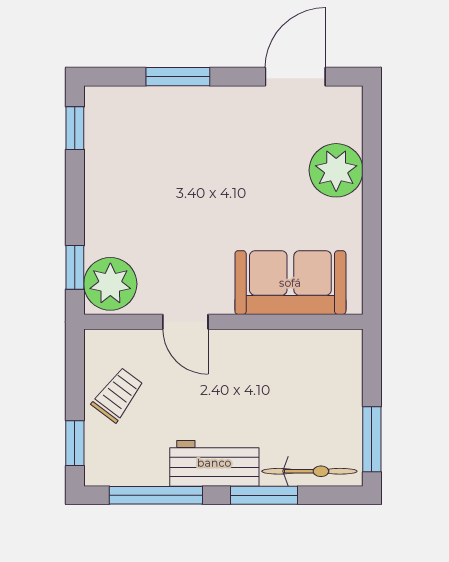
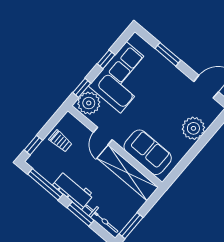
window: (75, 128) -> (106, 59), moved
corner sofa: (133, 185) -> (123, 77), added
shelving: (286, 350) -> (128, 173), added
trolley: (118, 395) -> (61, 141), turned 53

